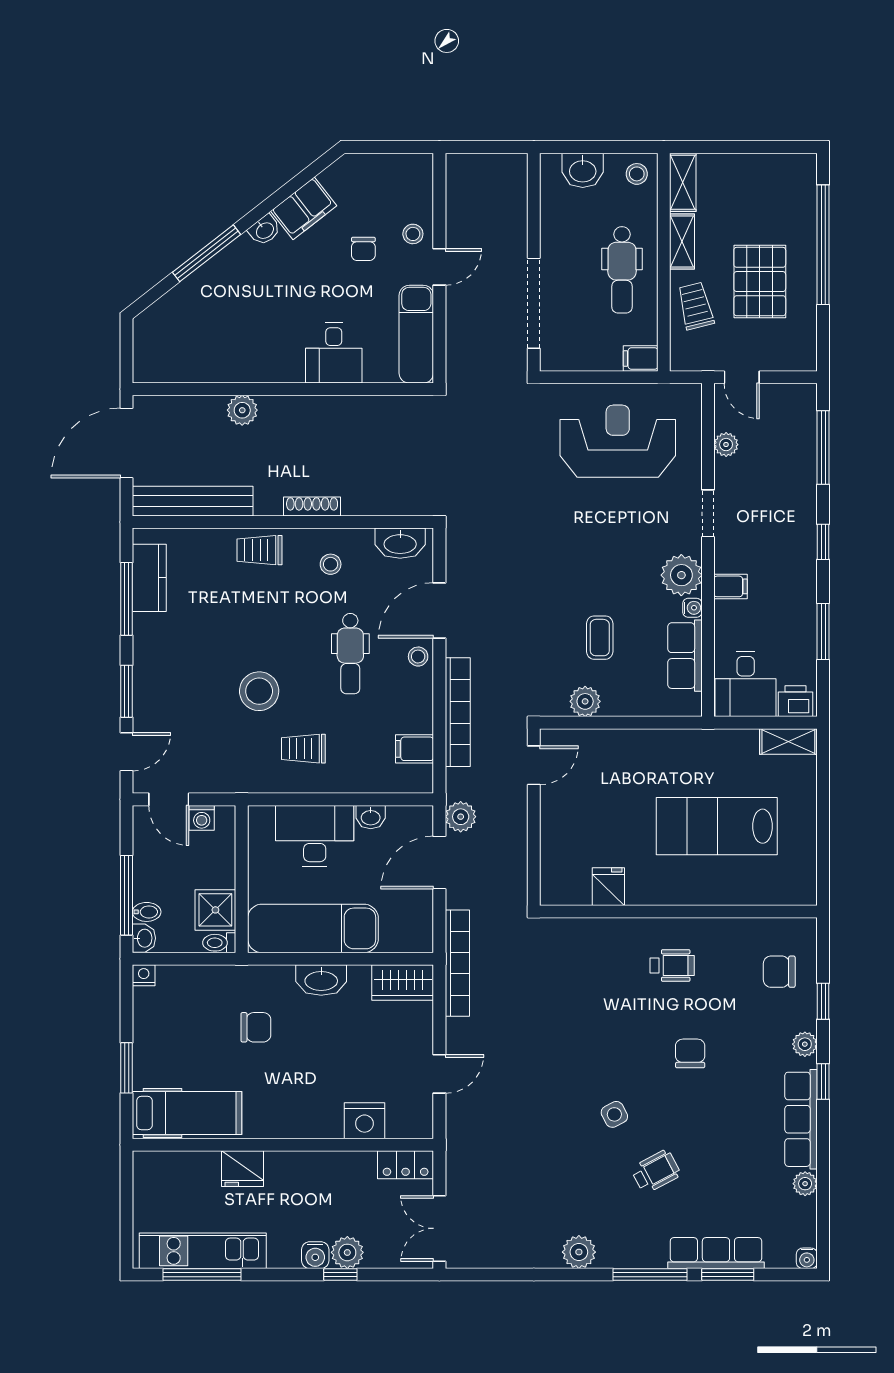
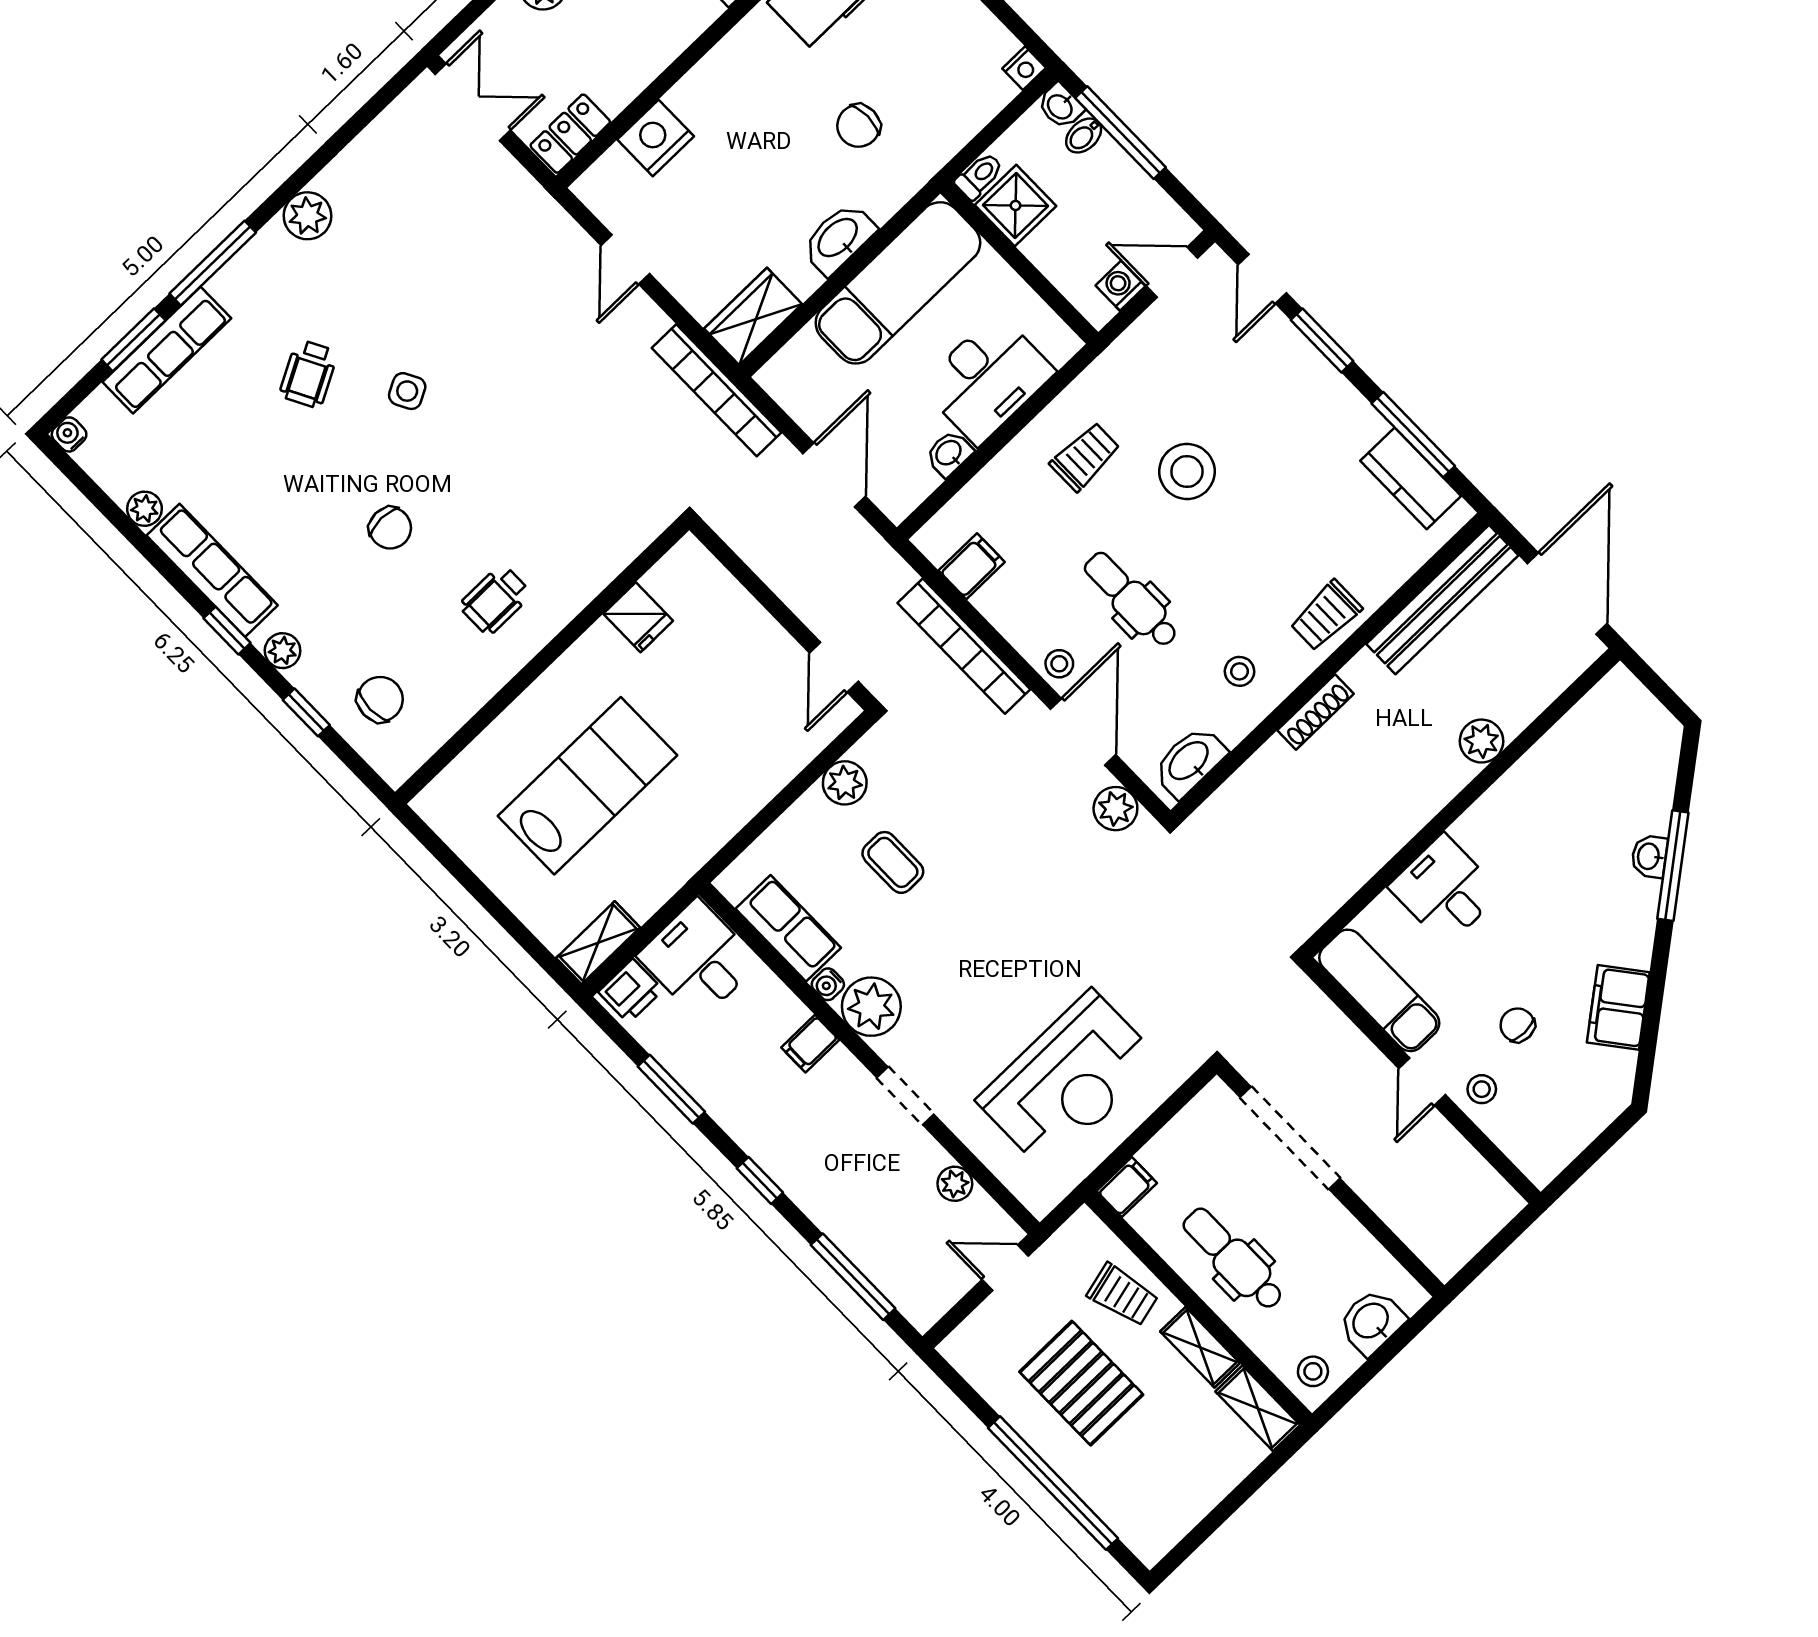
washbasin: (264, 230) -> (1649, 856), moved
trolley: (259, 550) -> (1326, 616), turned 180
plant: (461, 817) -> (1115, 809), moved

